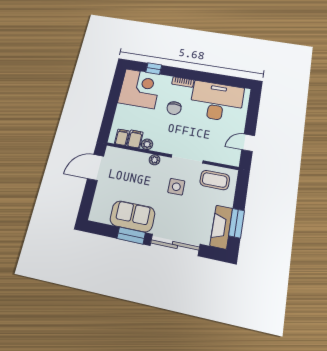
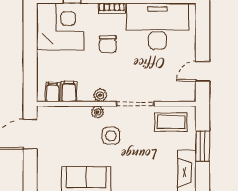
plant: (147, 144) -> (100, 95), moved
side table: (176, 187) -> (111, 136), moved
window: (236, 223) -> (203, 146), moved

